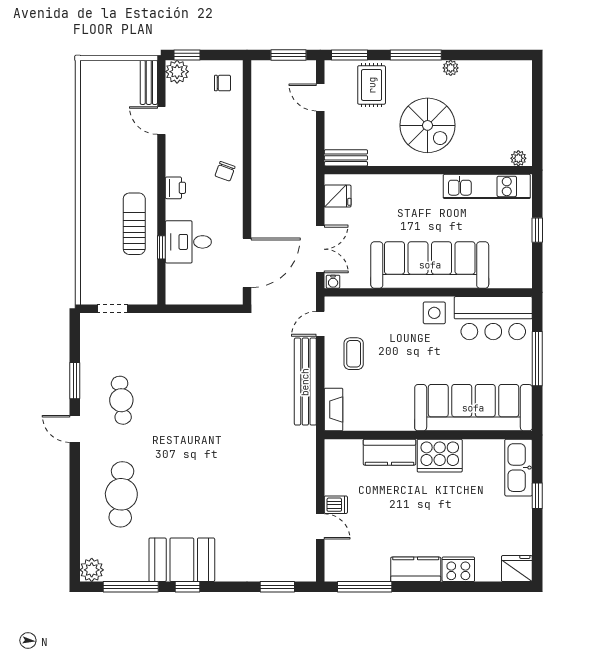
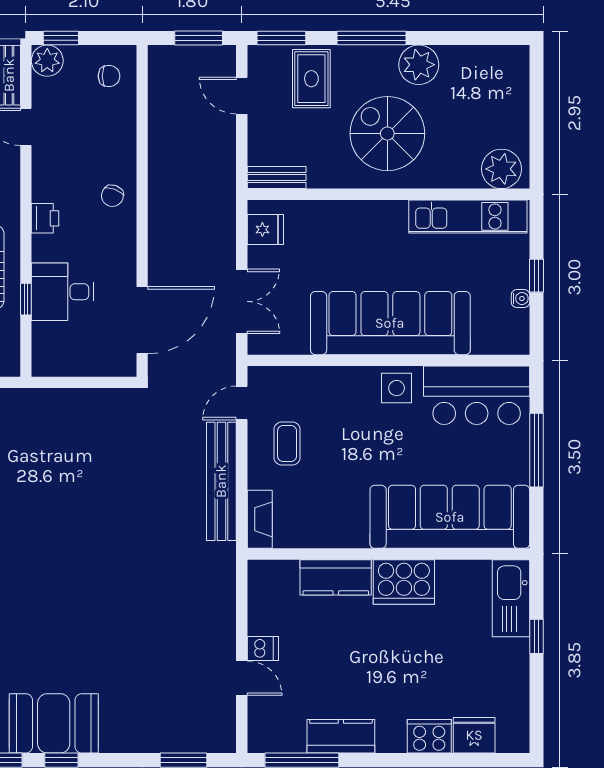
plant: (451, 68) -> (419, 65), width x1.87, depth x1.87
spiral stairs: (428, 125) -> (387, 134), turned 180
plant: (518, 158) -> (501, 169), width x1.88, depth x1.88
water cooler: (333, 282) -> (520, 299), moved, turned -90
kitchen counter: (416, 569) -> (341, 736), moved
fridge: (517, 569) -> (474, 735), moved

